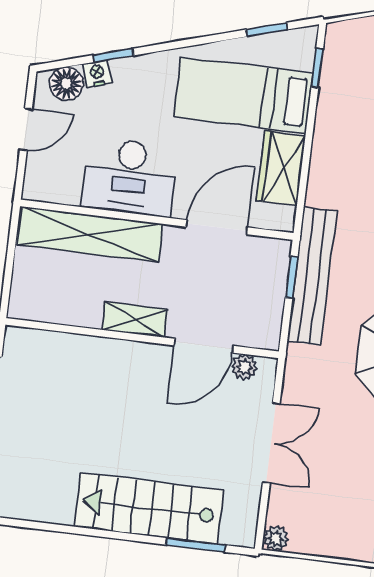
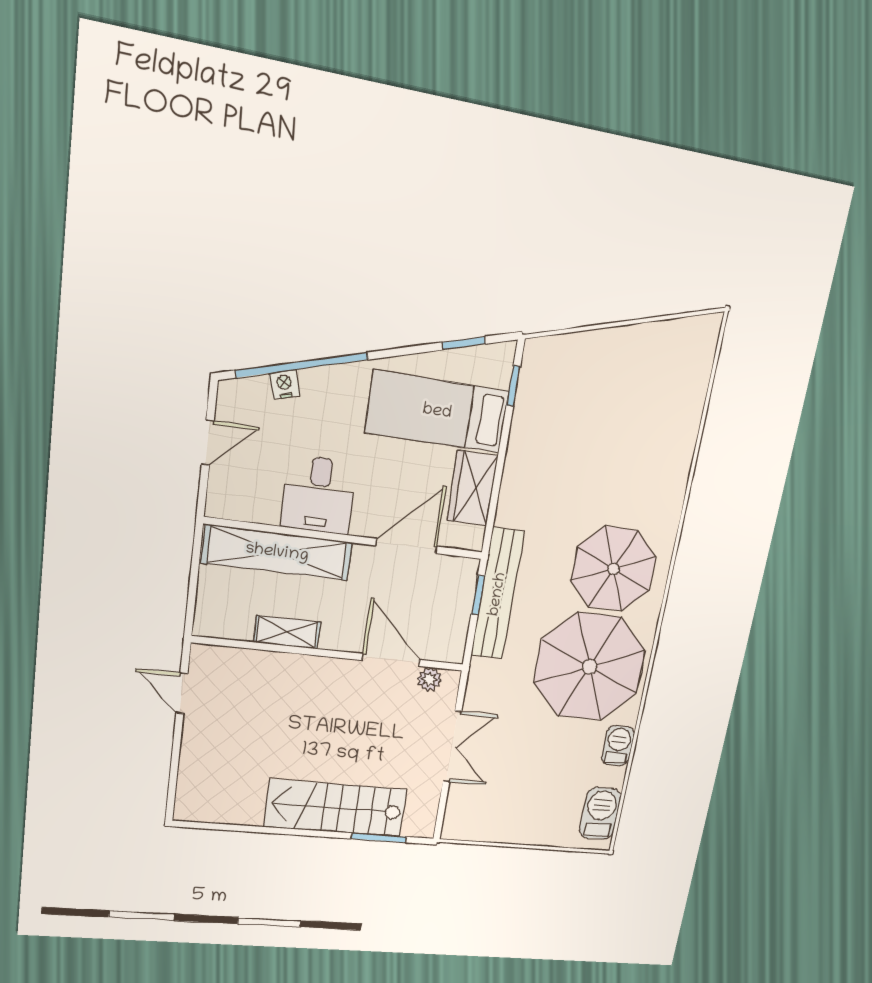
window: (114, 55) -> (302, 365), width x3.17
floor lamp: (66, 84) -> (251, 394), removed
desk: (130, 177) -> (319, 495), width x0.73
shelving: (135, 320) -> (287, 632), moved
door: (204, 346) -> (391, 660), swing flipped
plant: (276, 538) -> (453, 829), removed

